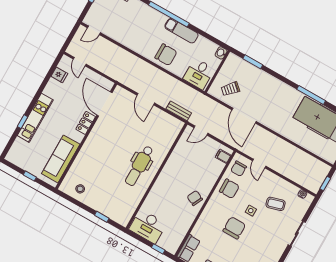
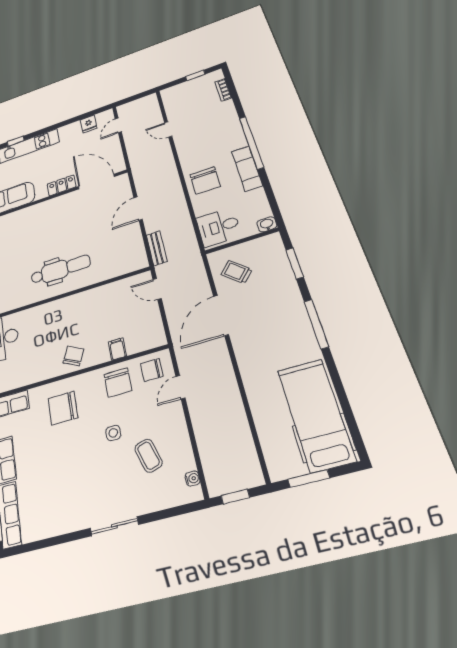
door: (94, 30) -> (168, 129), moved
window: (311, 95) -> (316, 324), moved
door: (104, 104) -> (96, 181), hinge flipped
filing cabinet: (223, 156) -> (117, 349), moved
dental chair: (139, 166) -> (60, 269), turned 180
chair: (234, 228) -> (63, 408), moved, turned 180
sliding door: (297, 234) -> (114, 526), moved

